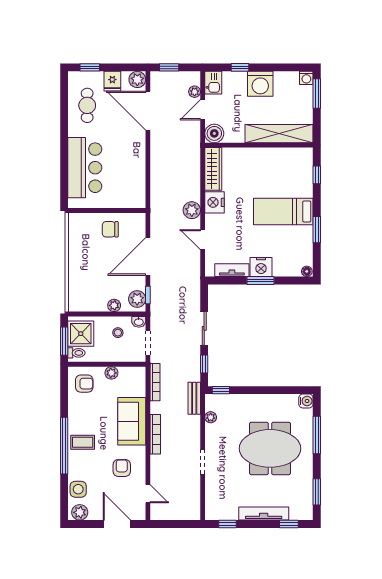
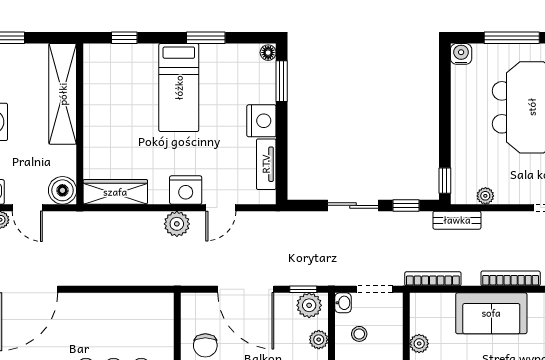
nightstand: (215, 202) -> (186, 190), moved
window: (261, 281) -> (282, 81), moved

